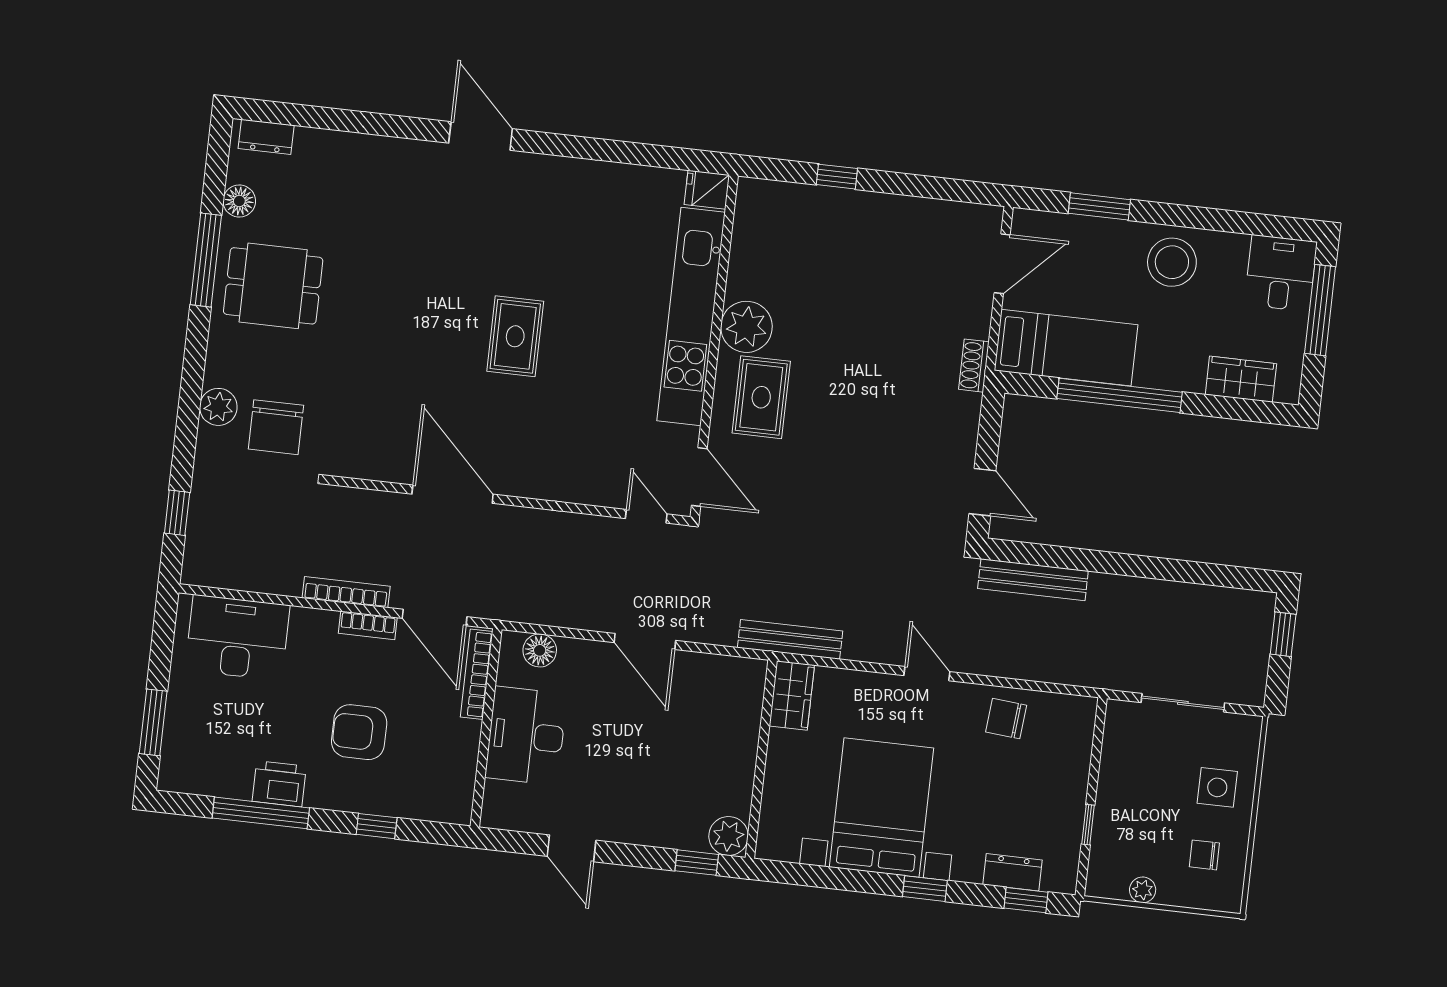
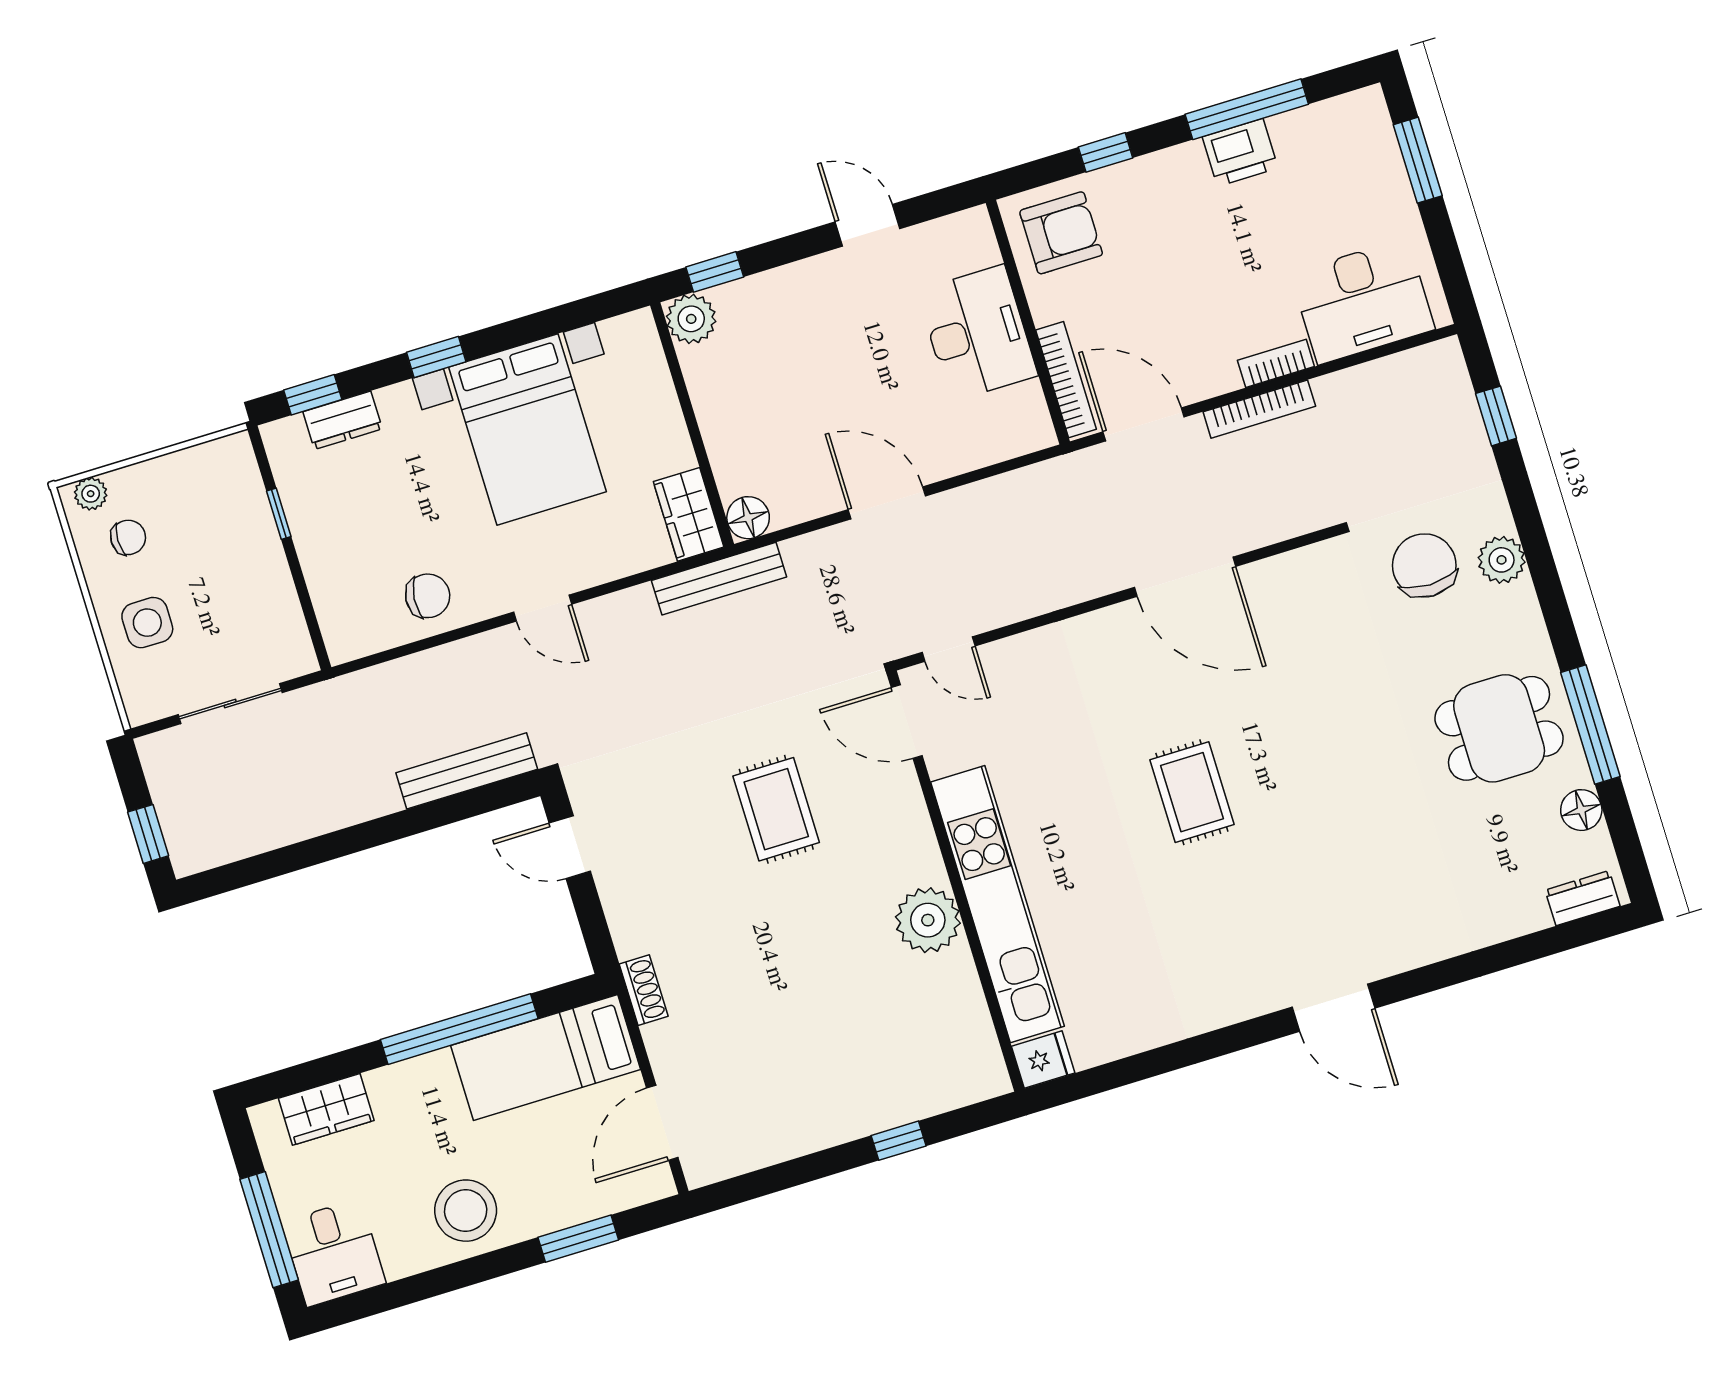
rug: (761, 397) -> (776, 809), moved
bookcase: (368, 625) -> (1276, 363), moved
floor lamp: (540, 650) -> (748, 518), moved
armchair: (359, 732) -> (1061, 233), moved
plant: (1143, 890) -> (91, 494), moved

